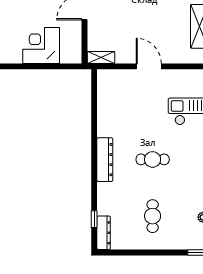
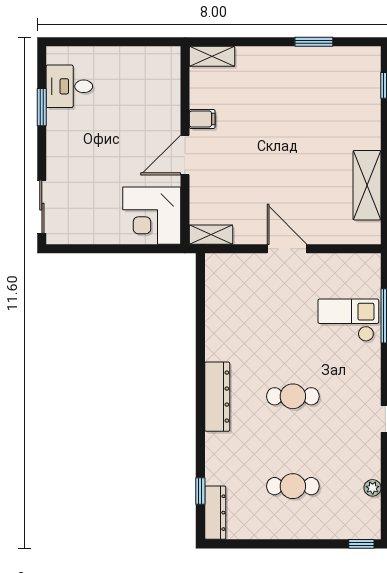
corner desk: (41, 45) -> (152, 216), moved, turned -90
cafe table: (153, 216) -> (293, 486), turned 90

